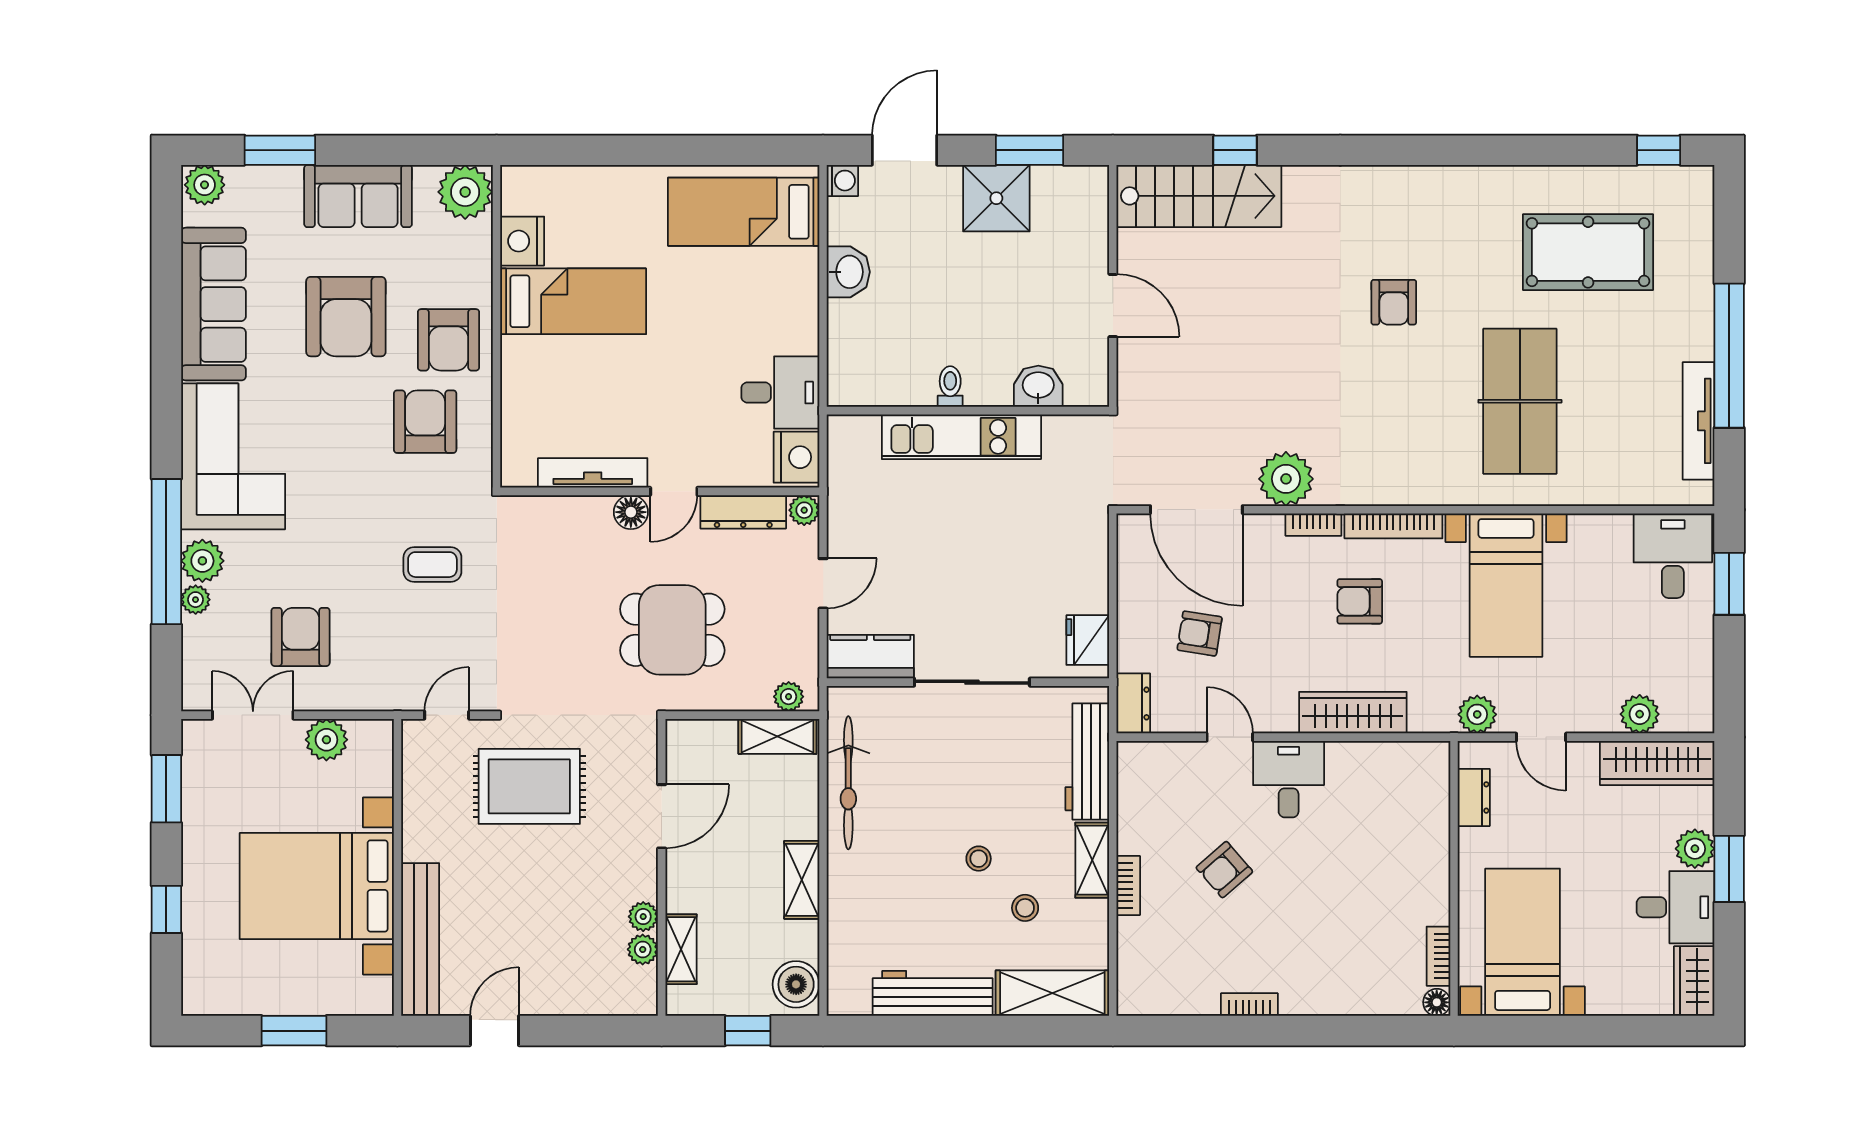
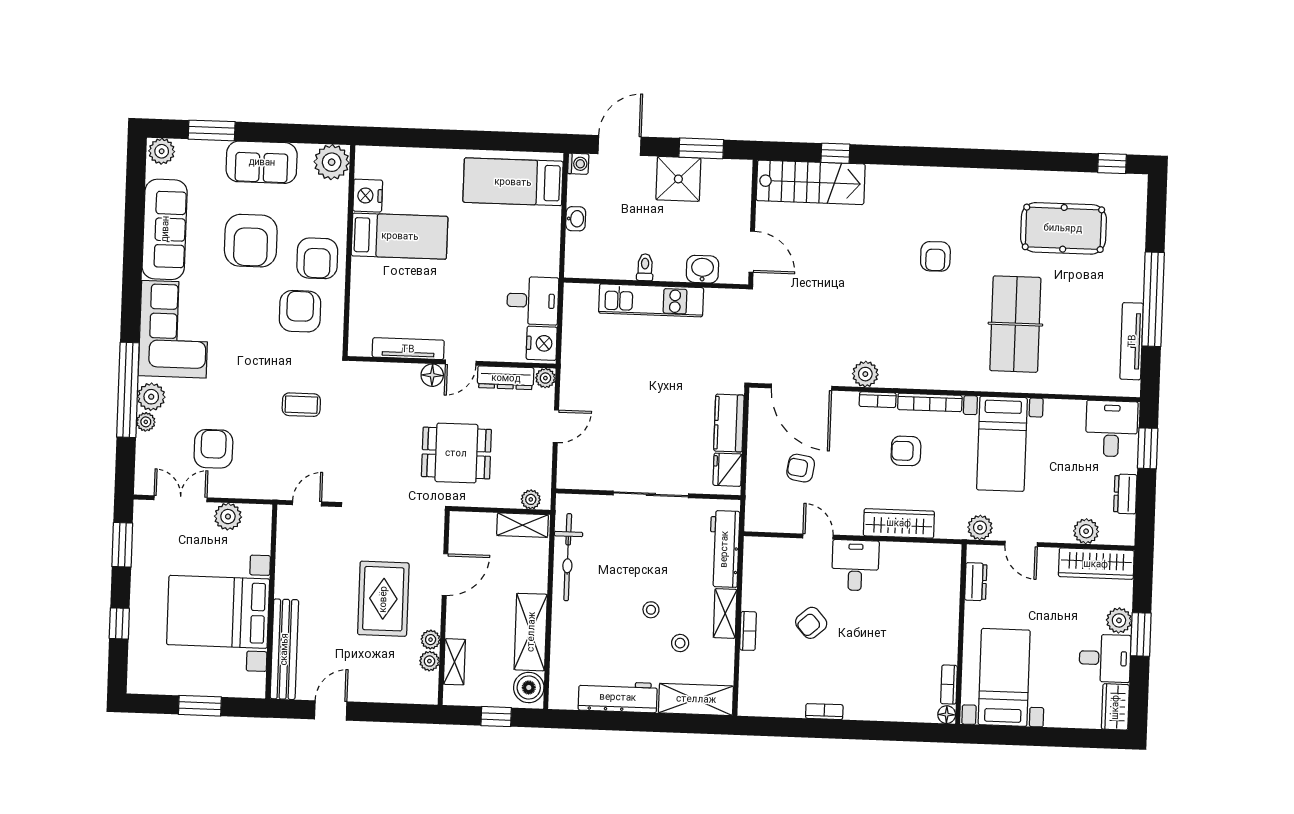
washbasin: (848, 272) -> (576, 219), width x0.72, depth x0.69
washbasin: (1038, 386) -> (702, 269), moved
toilet: (950, 387) -> (645, 267), moved
wall: (968, 411) -> (656, 283), moved
kitchen unit: (961, 437) -> (651, 300), moved
plant: (1286, 479) -> (865, 374), width x0.73, depth x0.73
kitchen counter: (870, 657) -> (729, 423), moved, turned -90
dresser: (1133, 703) -> (1125, 494), moved, turned 180
rug: (529, 786) -> (383, 599), moved, turned 90
shelving: (802, 880) -> (531, 632), width x1.50, depth x1.33

